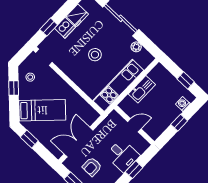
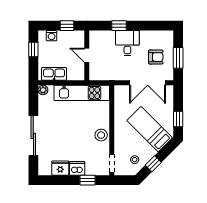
plant: (136, 47) -> (43, 90), moved
stool: (95, 55) -> (101, 135), moved
kitchen sink: (142, 89) -> (54, 74), moved
door: (134, 125) -> (87, 55), moved
wall: (134, 125) -> (87, 55), moved
window: (134, 170) -> (119, 26), moved

